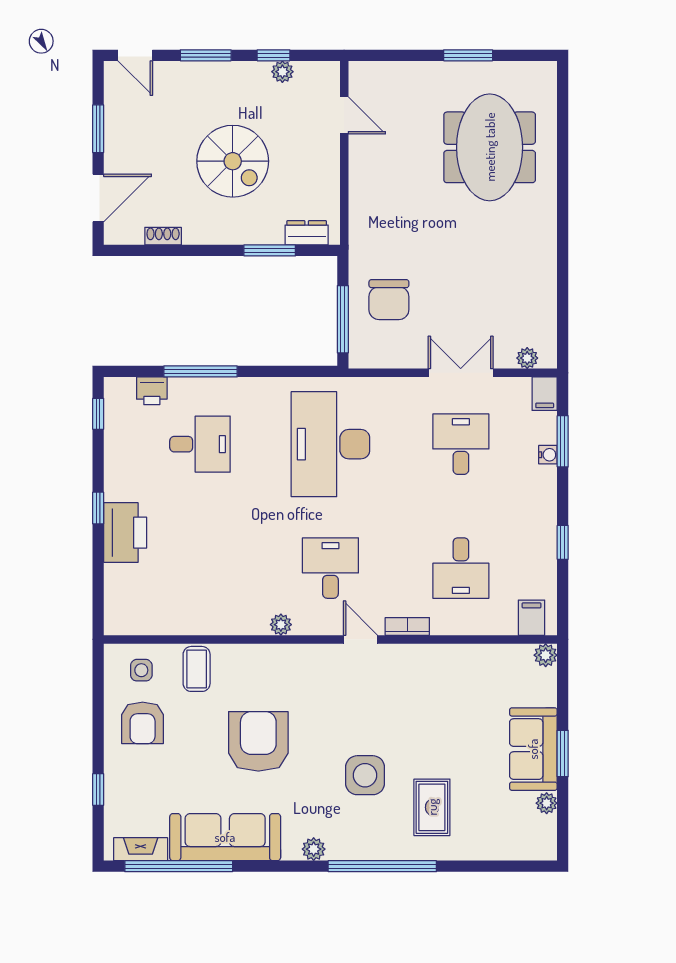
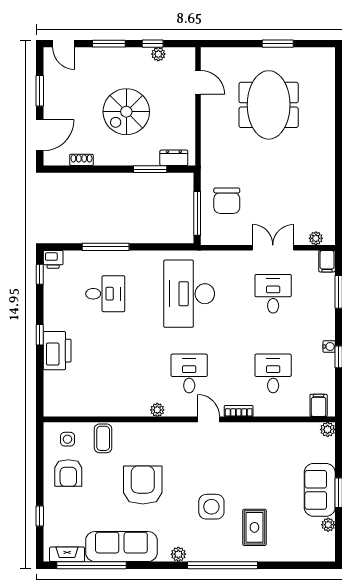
meeting table: (490, 147) -> (269, 105), moved
spiral stairs: (233, 161) -> (126, 112), turned 90
printer: (152, 391) -> (53, 259), moved
water cooler: (548, 455) -> (329, 347), moved
desk: (461, 568) -> (273, 373), turned 180

